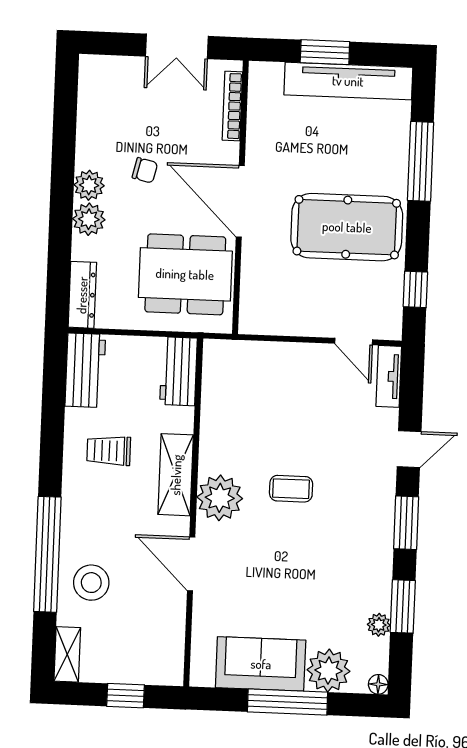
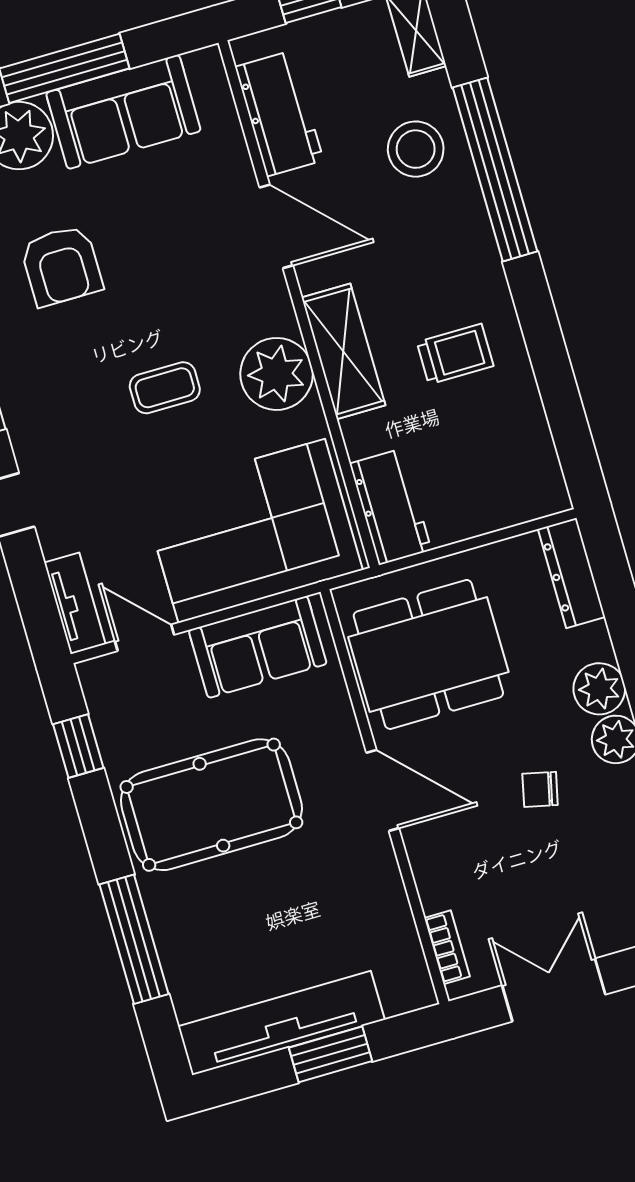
bookcase: (232, 106) -> (447, 947), width x0.64
door: (240, 201) -> (383, 790), width x0.73
sofa: (287, 313) -> (258, 647), added
workbench: (85, 370) -> (279, 114), moved, turned 180
corner sofa: (267, 385) -> (252, 531), added
plant: (220, 498) -> (277, 374), moved
armchair: (329, 583) -> (61, 266), added

